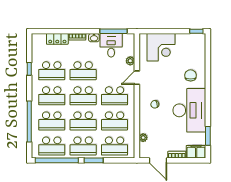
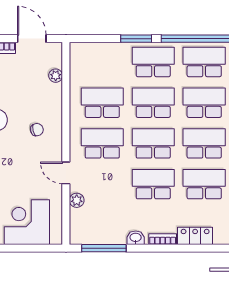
desk: (111, 45) -> (108, 225), removed
door: (137, 78) -> (66, 173), swing flipped
school desk: (115, 146) -> (102, 62), removed

